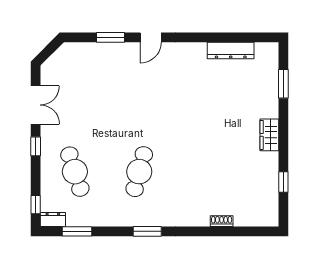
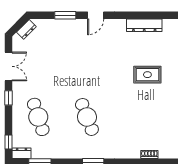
dresser: (231, 51) -> (144, 25), moved
dresser: (59, 56) -> (26, 29), added
rug: (219, 116) -> (147, 75), added
cafe table: (139, 172) -> (87, 117), turned -36

